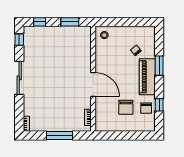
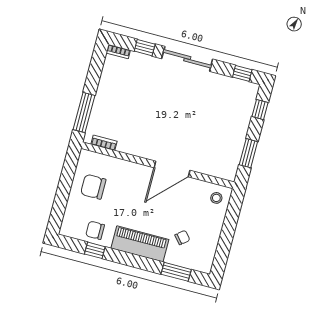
window: (159, 66) -> (176, 272), moved
door: (93, 85) -> (172, 169), moved
window: (19, 107) -> (145, 48), added
chair: (126, 107) -> (93, 187), moved
window: (59, 135) -> (84, 113), moved

